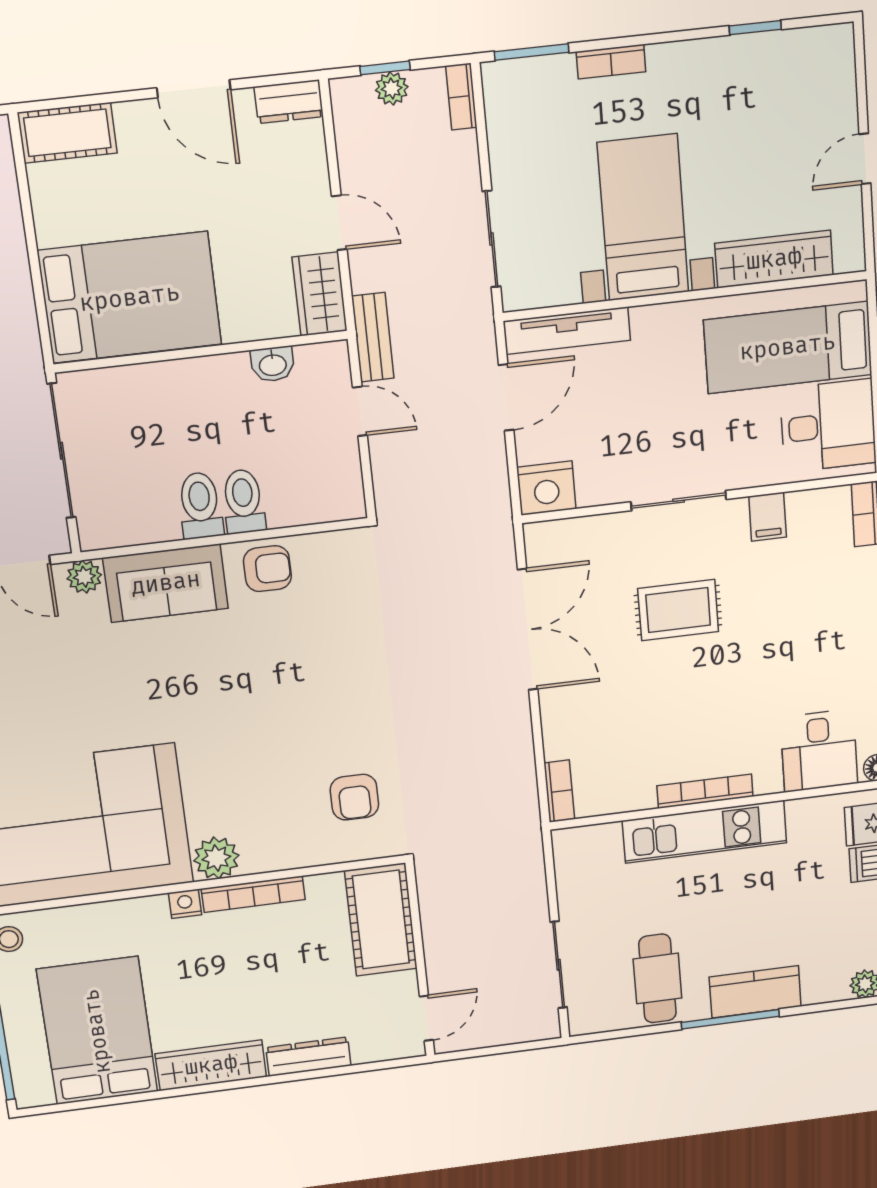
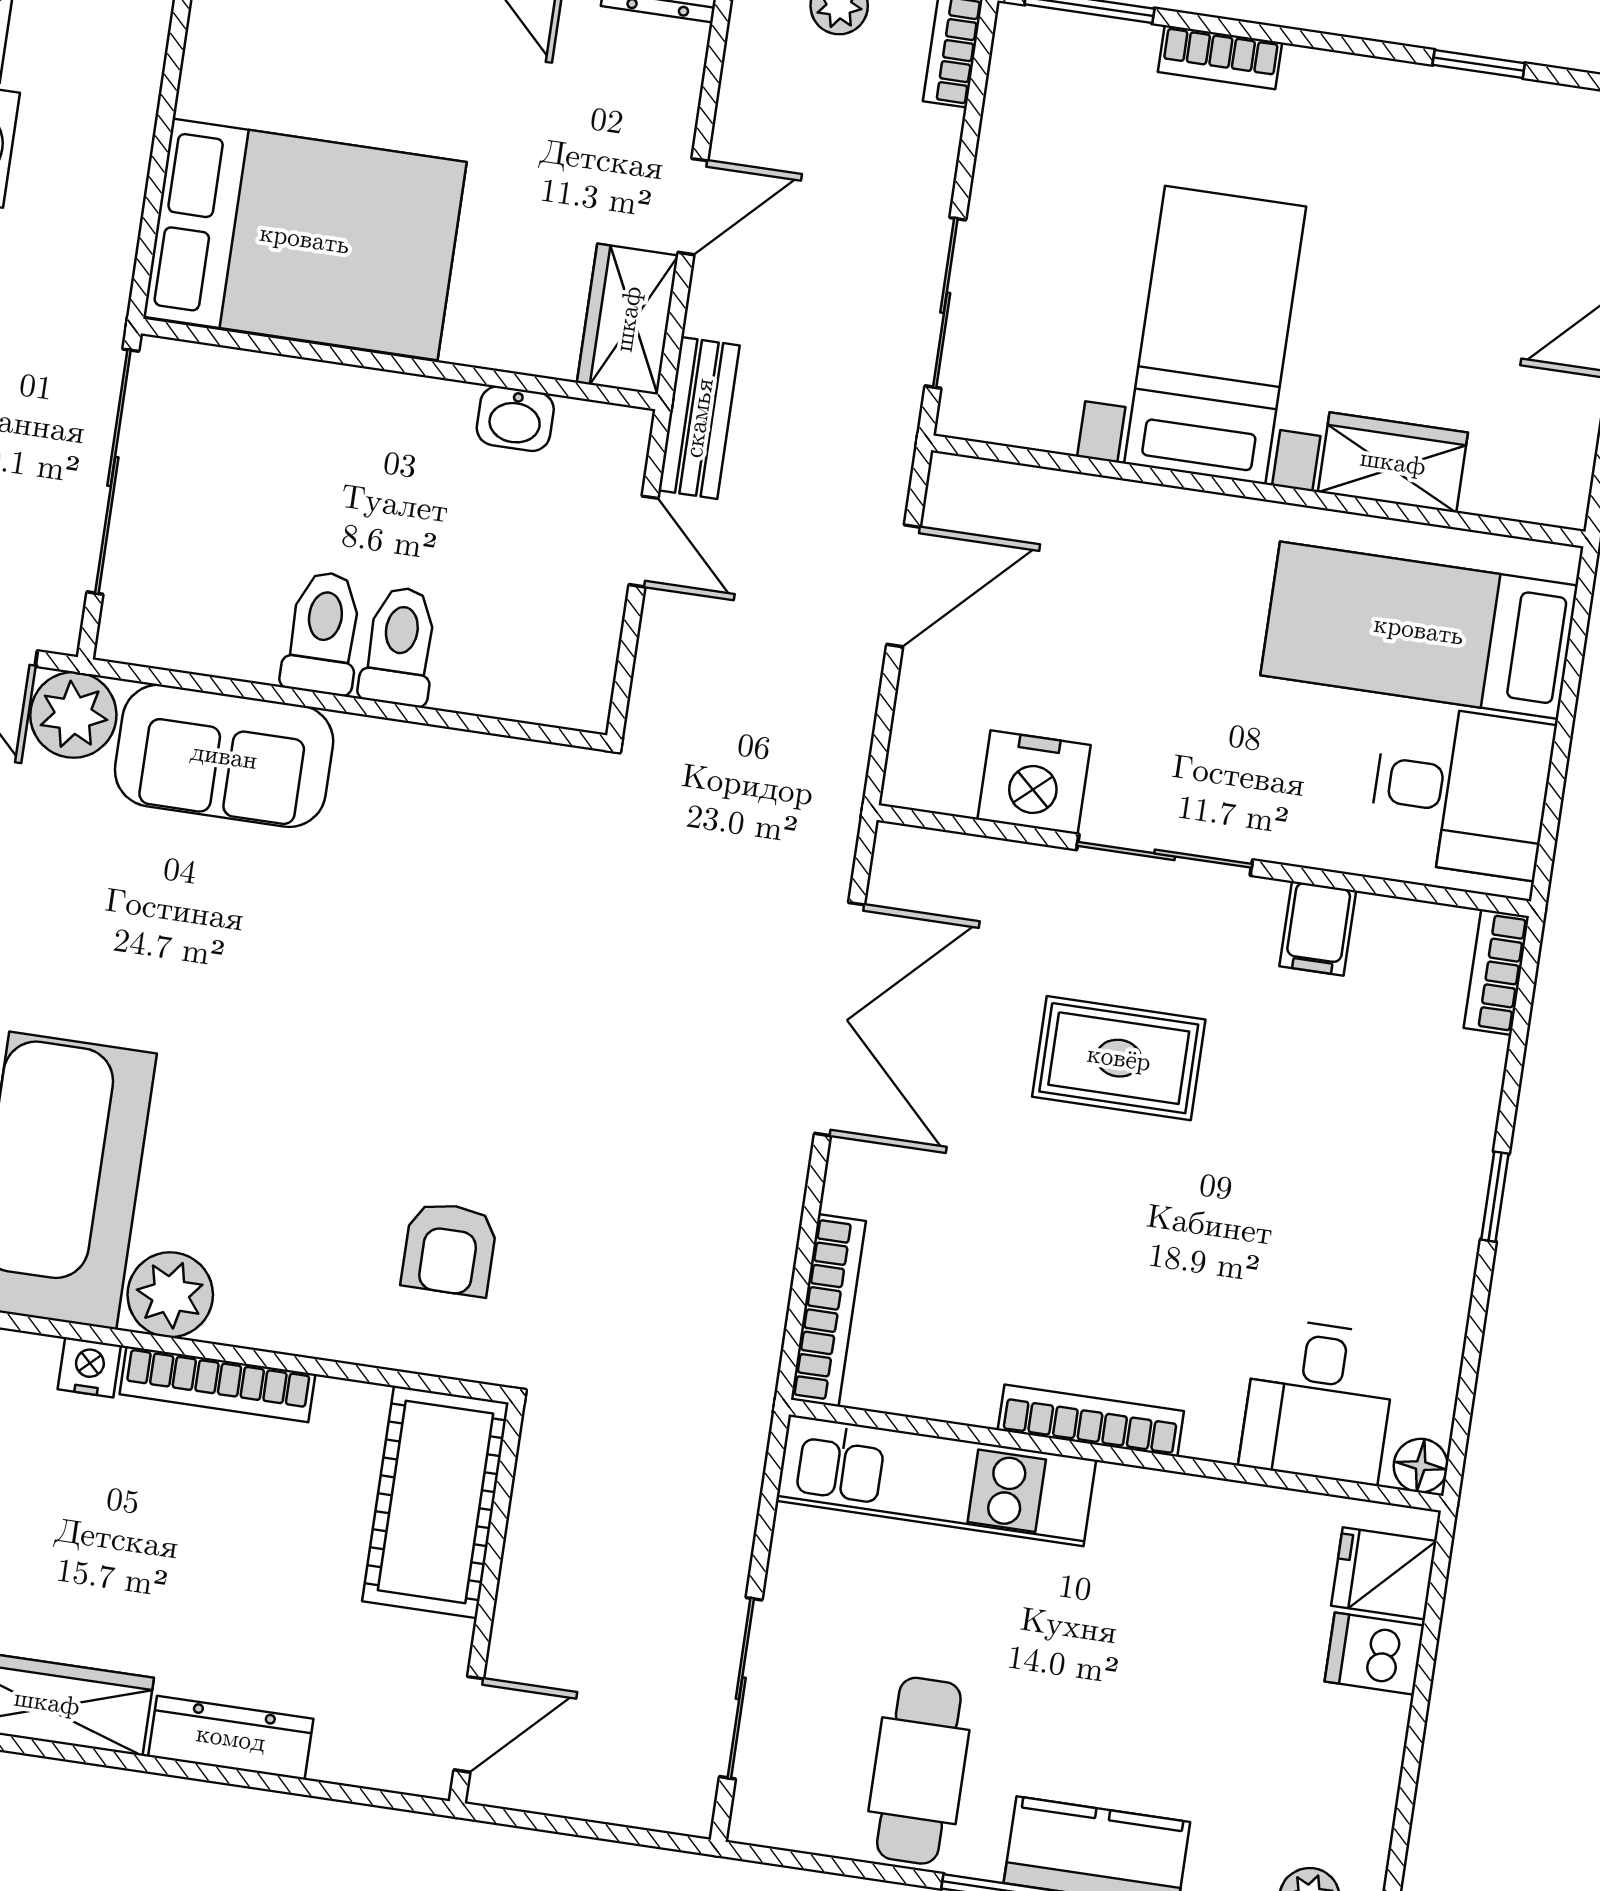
door: (339, 223) -> (693, 207), hinge flipped
wardrobe: (774, 259) -> (1393, 462), width x0.67
tv unit: (567, 331) -> (1038, 496), removed
nightstand: (546, 488) -> (1034, 782), moved
armchair: (267, 569) -> (408, 779), removed
plant: (84, 577) -> (73, 715), width x1.38, depth x1.38
bookcase: (559, 791) -> (828, 1310), width x1.56
kitchen unit: (705, 832) -> (936, 1480), moved

